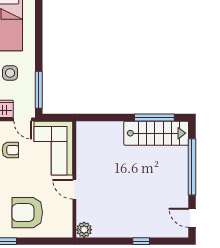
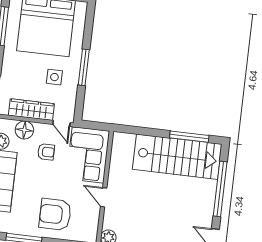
window: (39, 90) -> (84, 67), moved
stairs: (156, 133) -> (177, 157), width x1.36, depth x1.51

